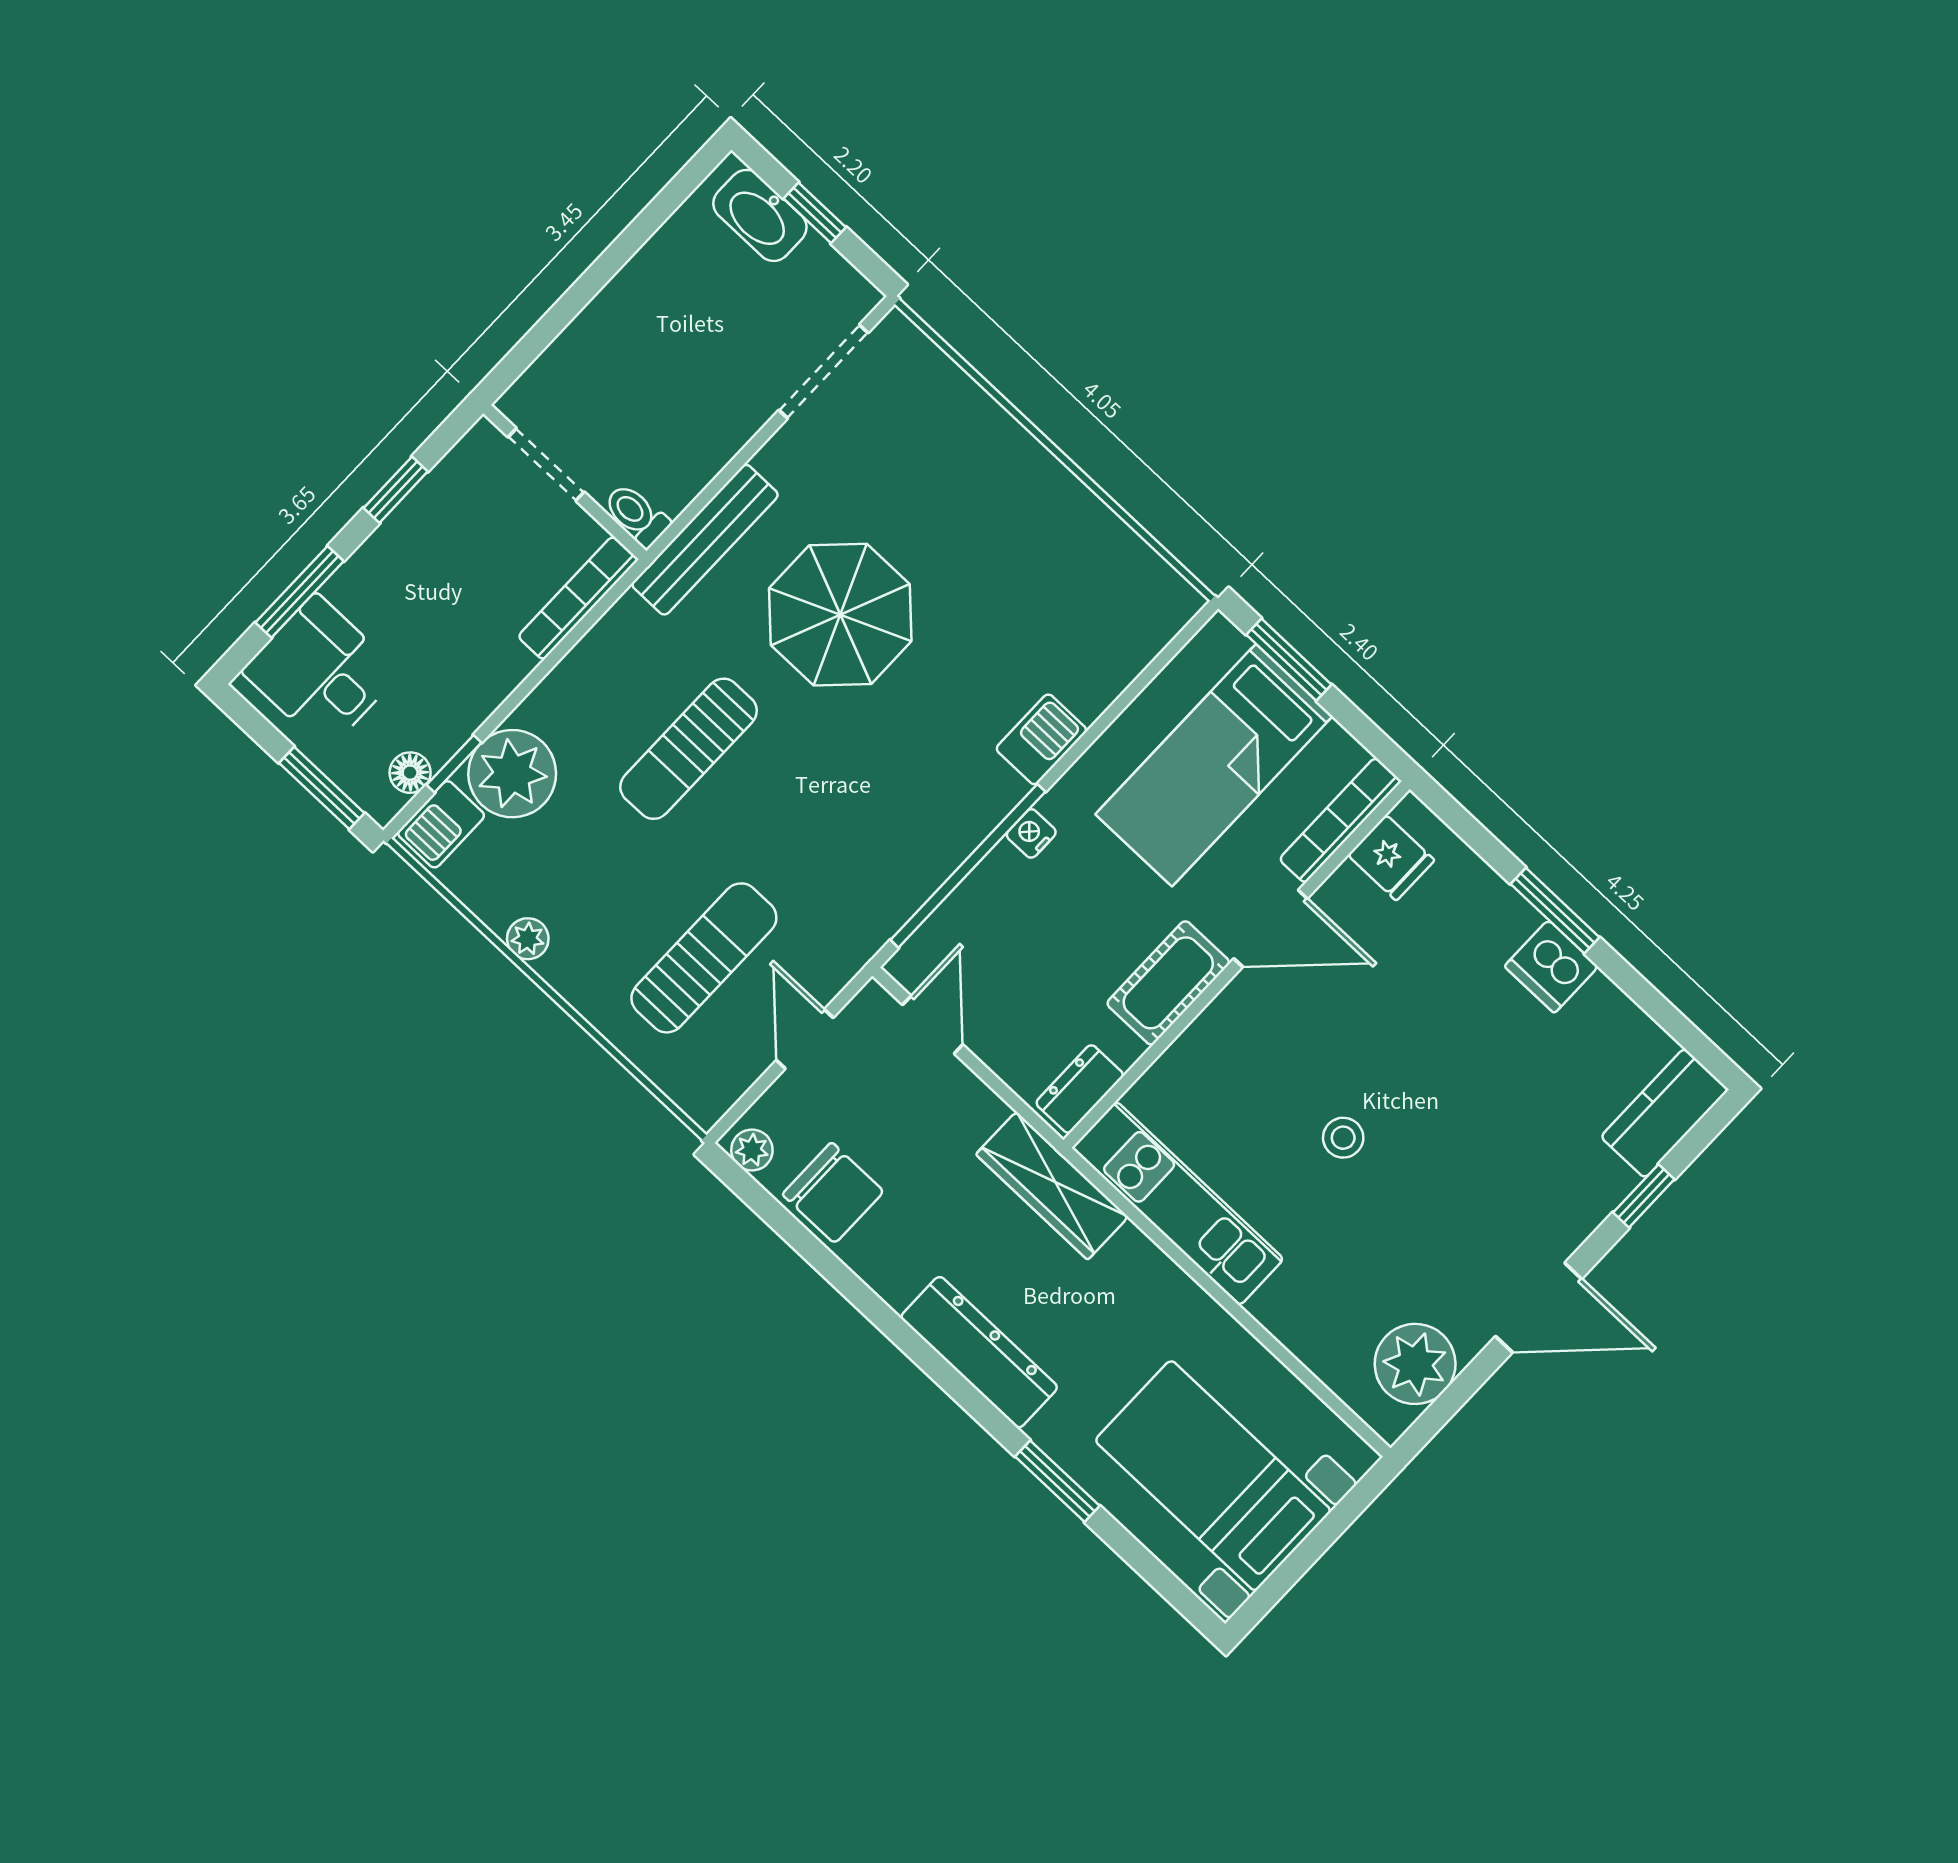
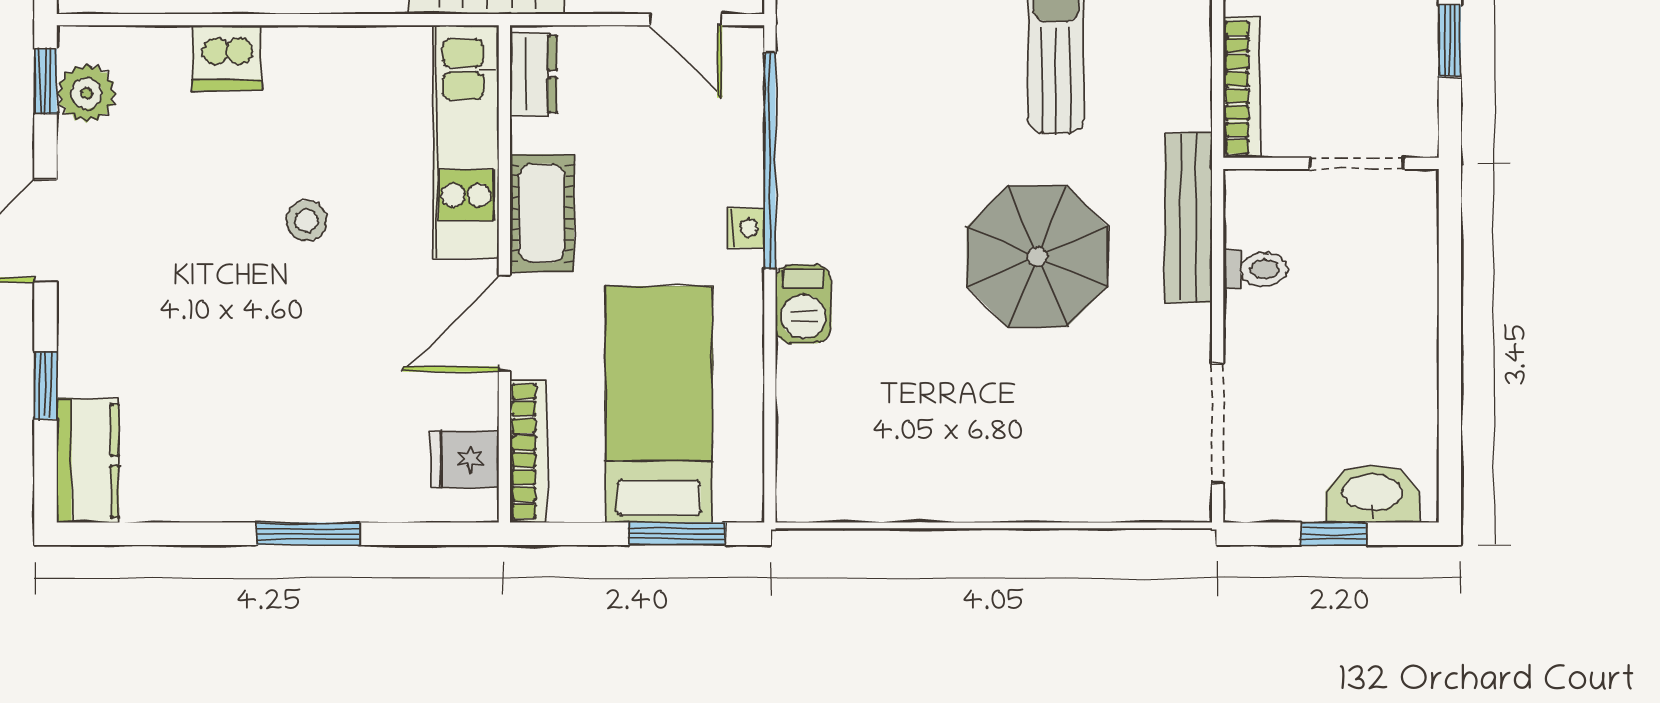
toilet: (637, 515) -> (1256, 269), moved
dishwasher: (1551, 966) -> (227, 58), moved, turned 180
kitchen unit: (1178, 1203) -> (466, 142), moved, turned 90
plant: (1415, 1364) -> (86, 93), width x0.73, depth x0.73
window: (1437, 1416) -> (46, 81), added

